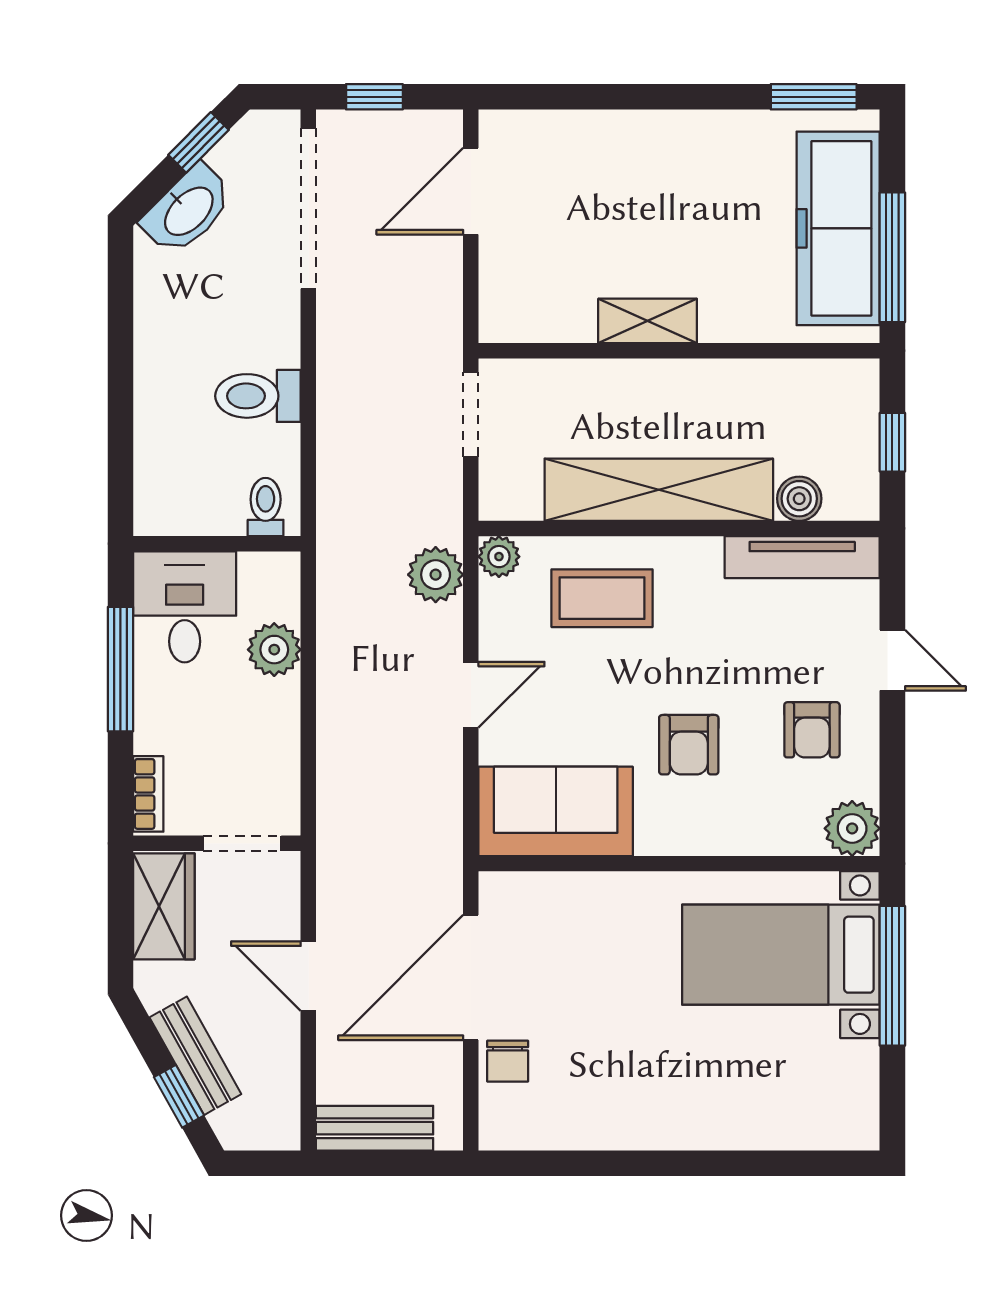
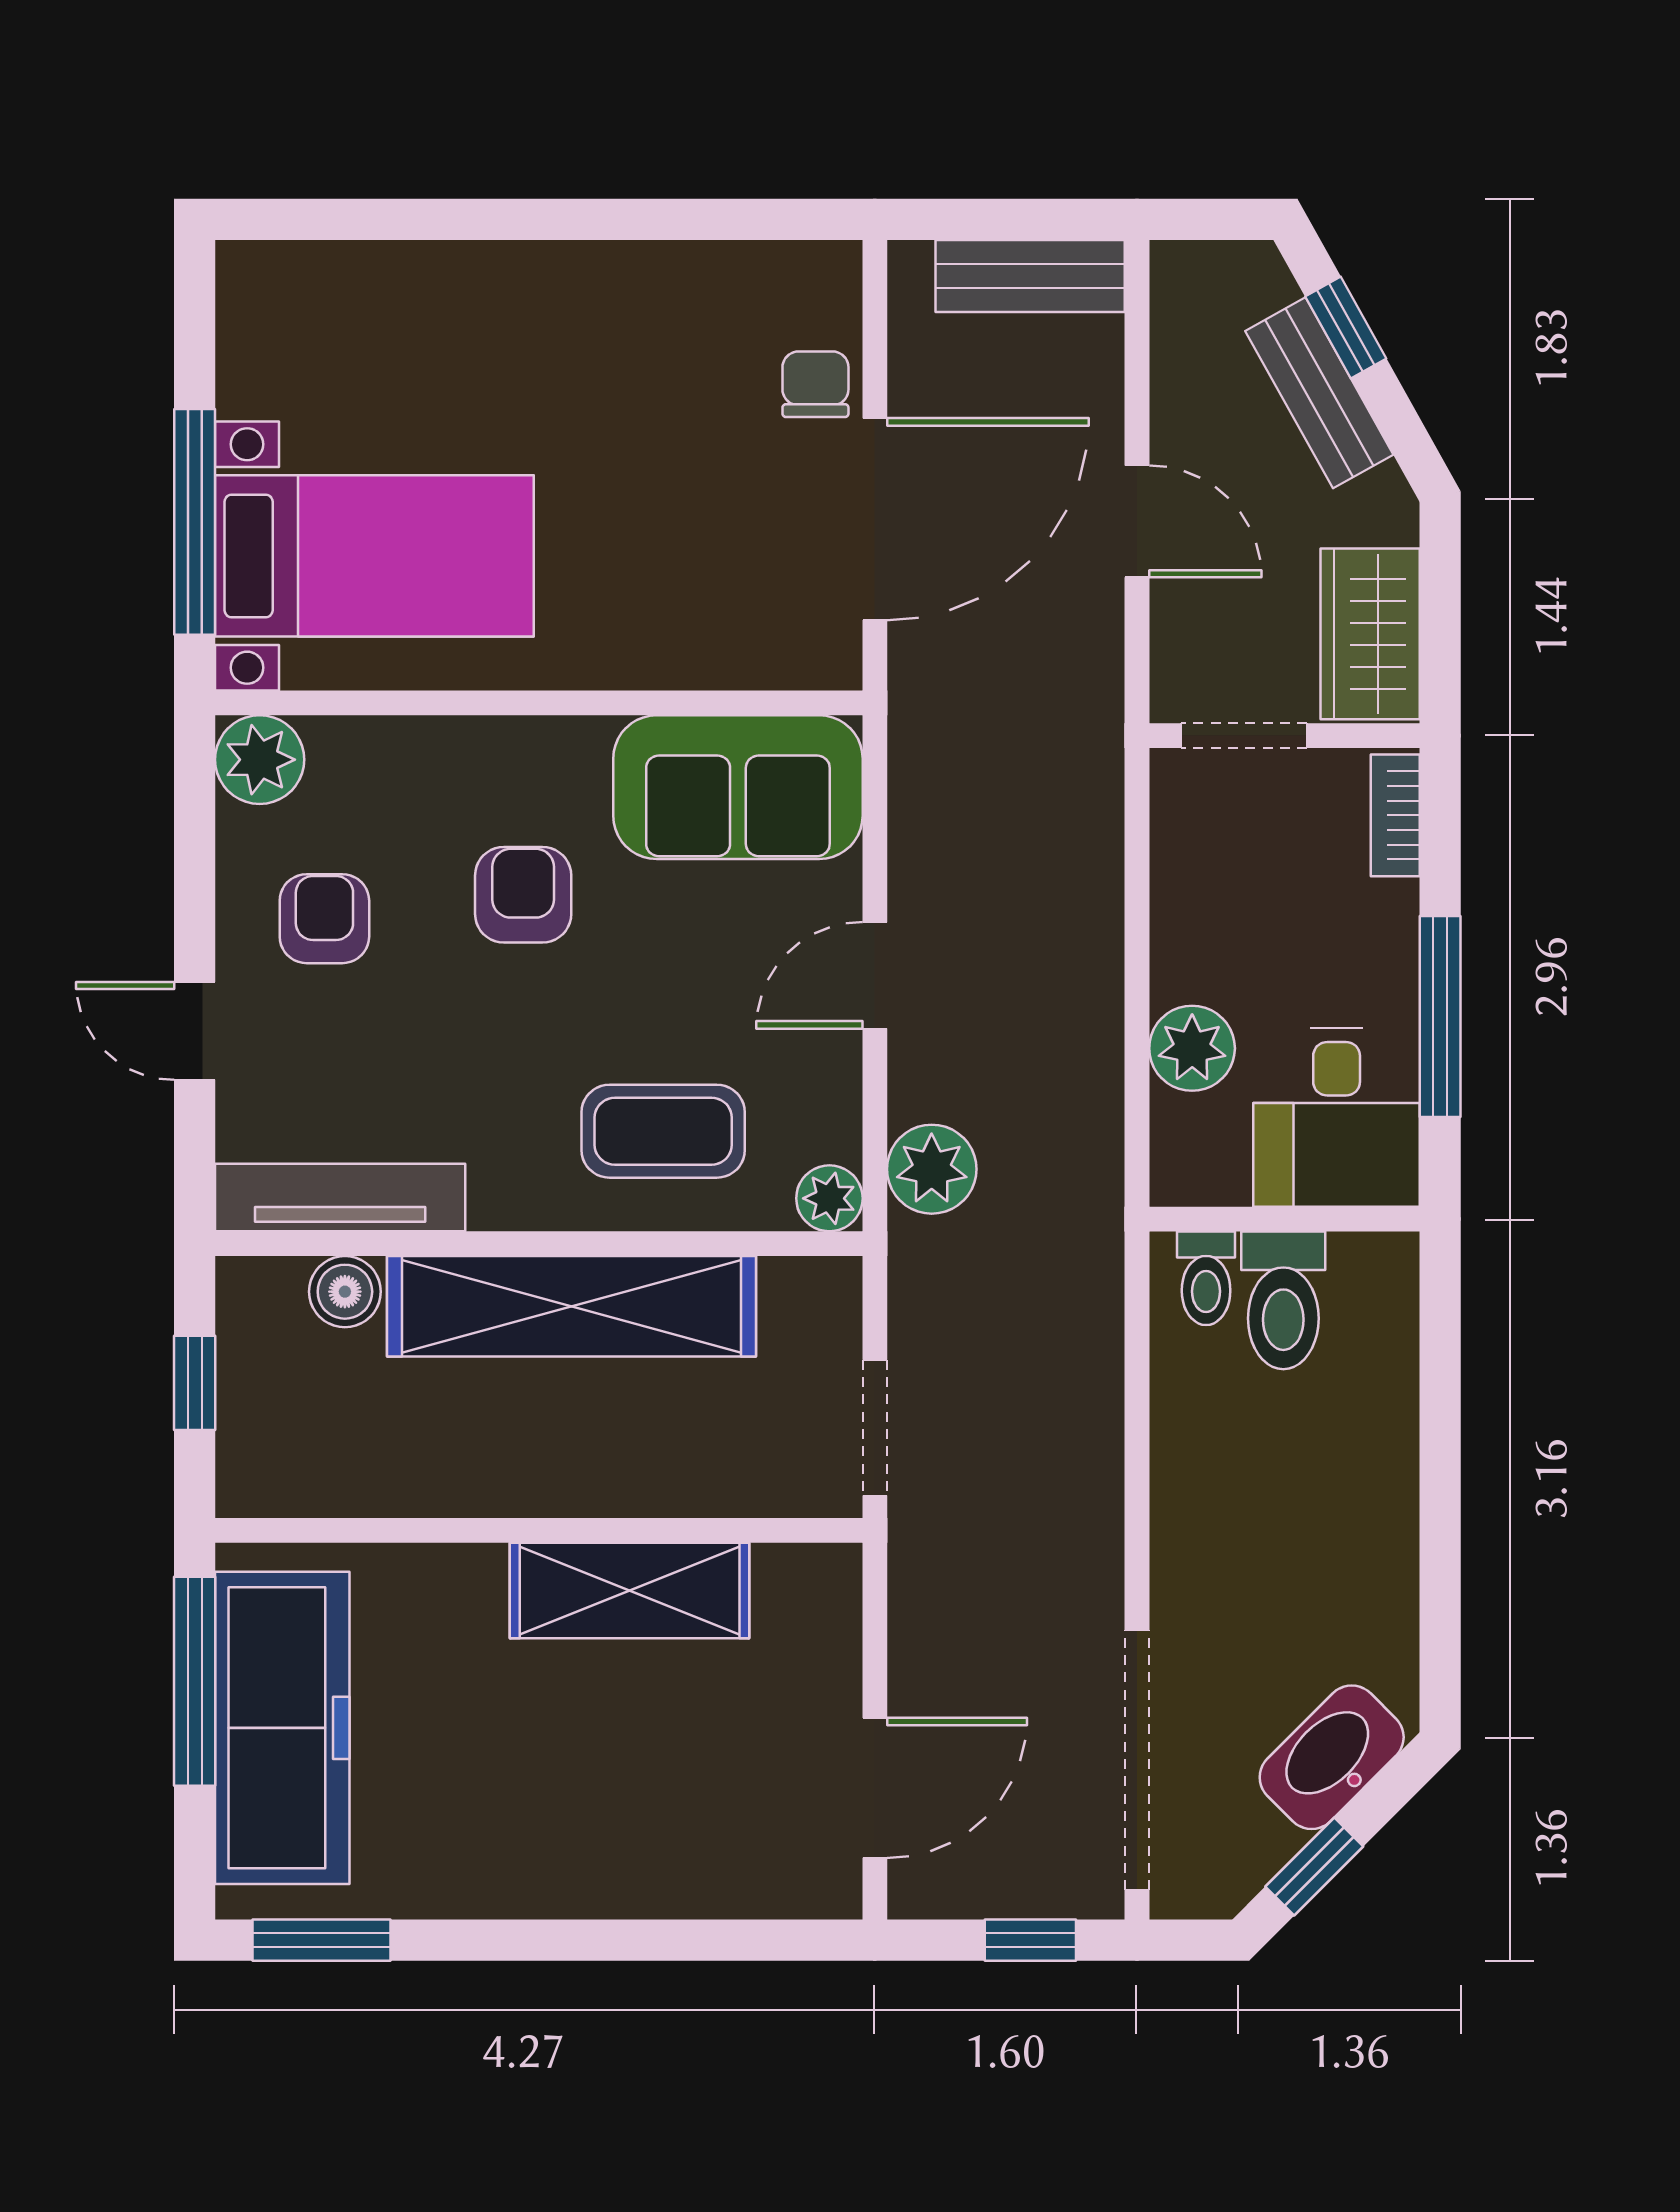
shelving: (648, 321) -> (630, 1591), width x1.50, depth x1.33
toilet: (258, 396) -> (1283, 1300), moved, turned 90

